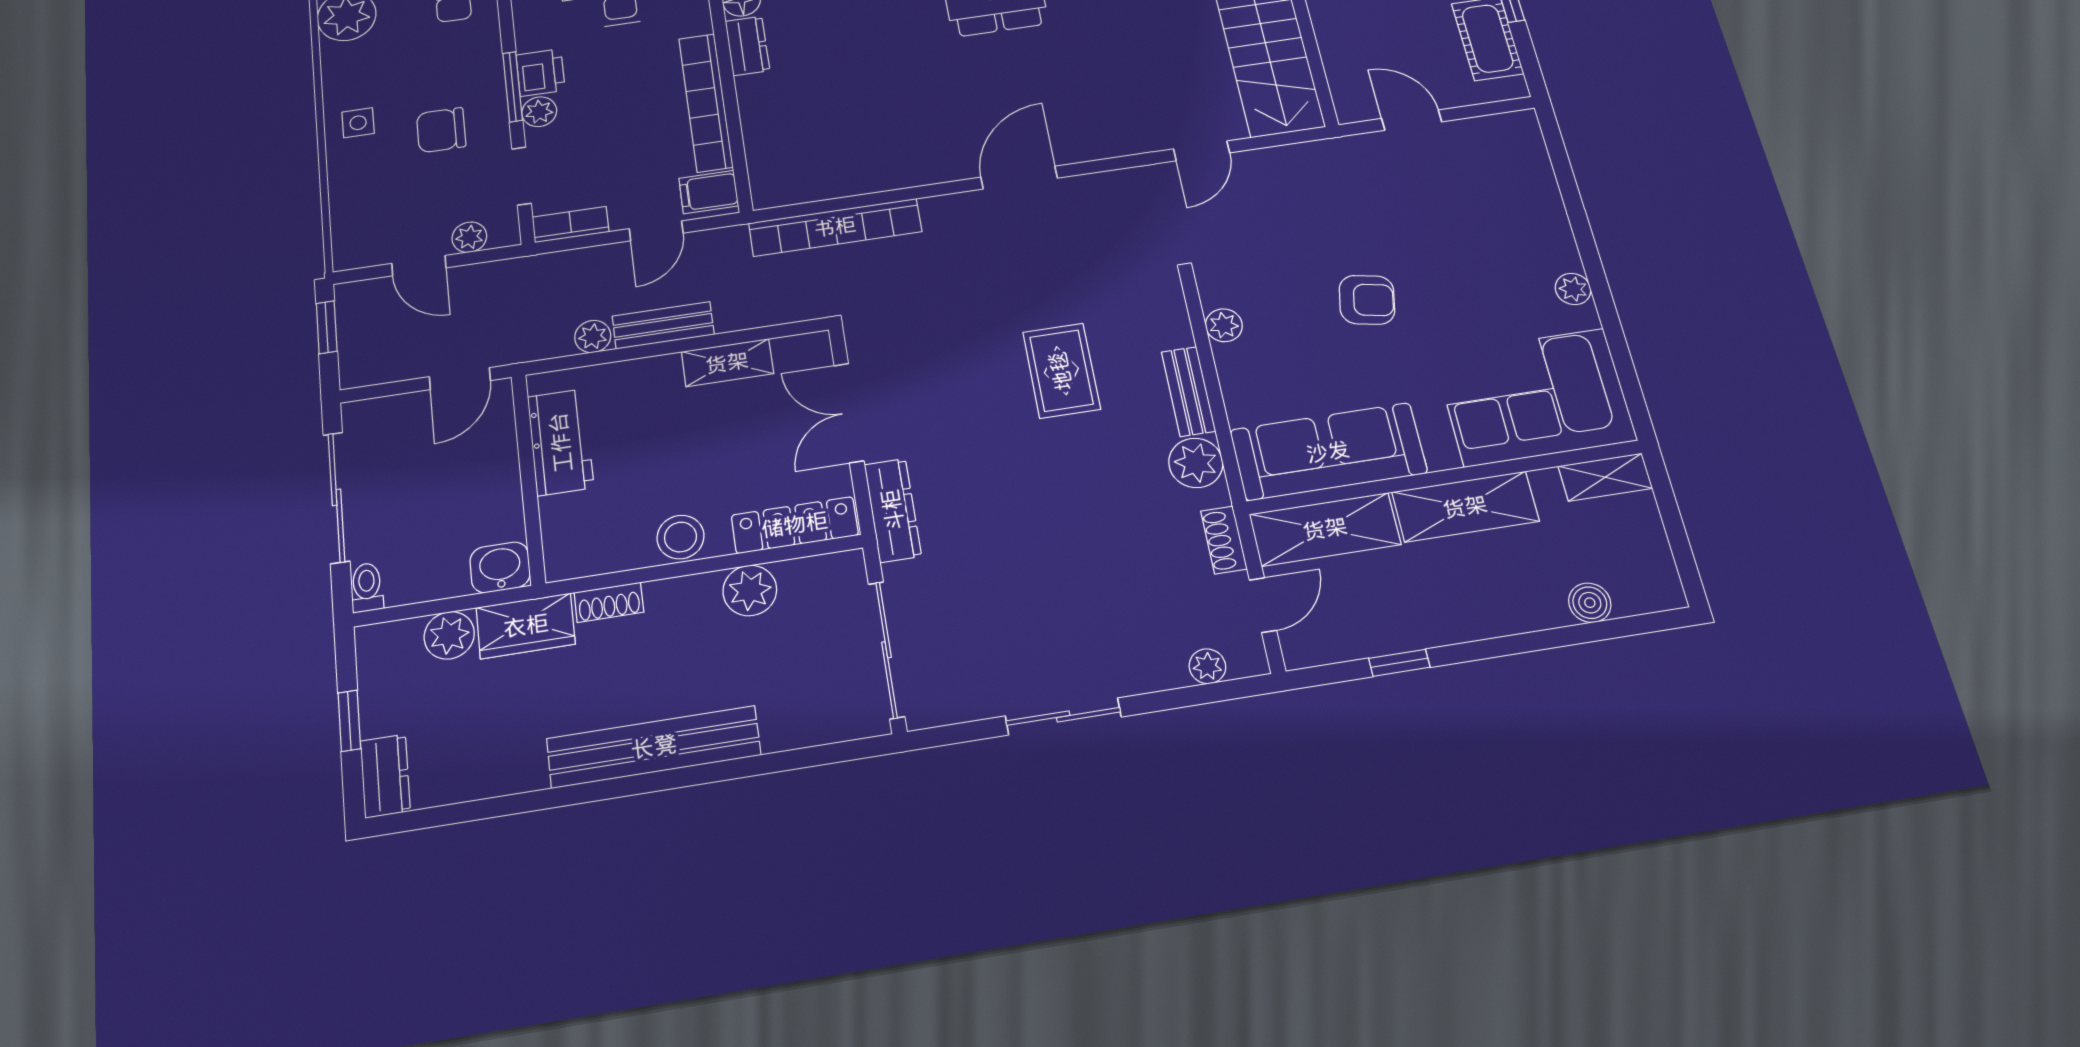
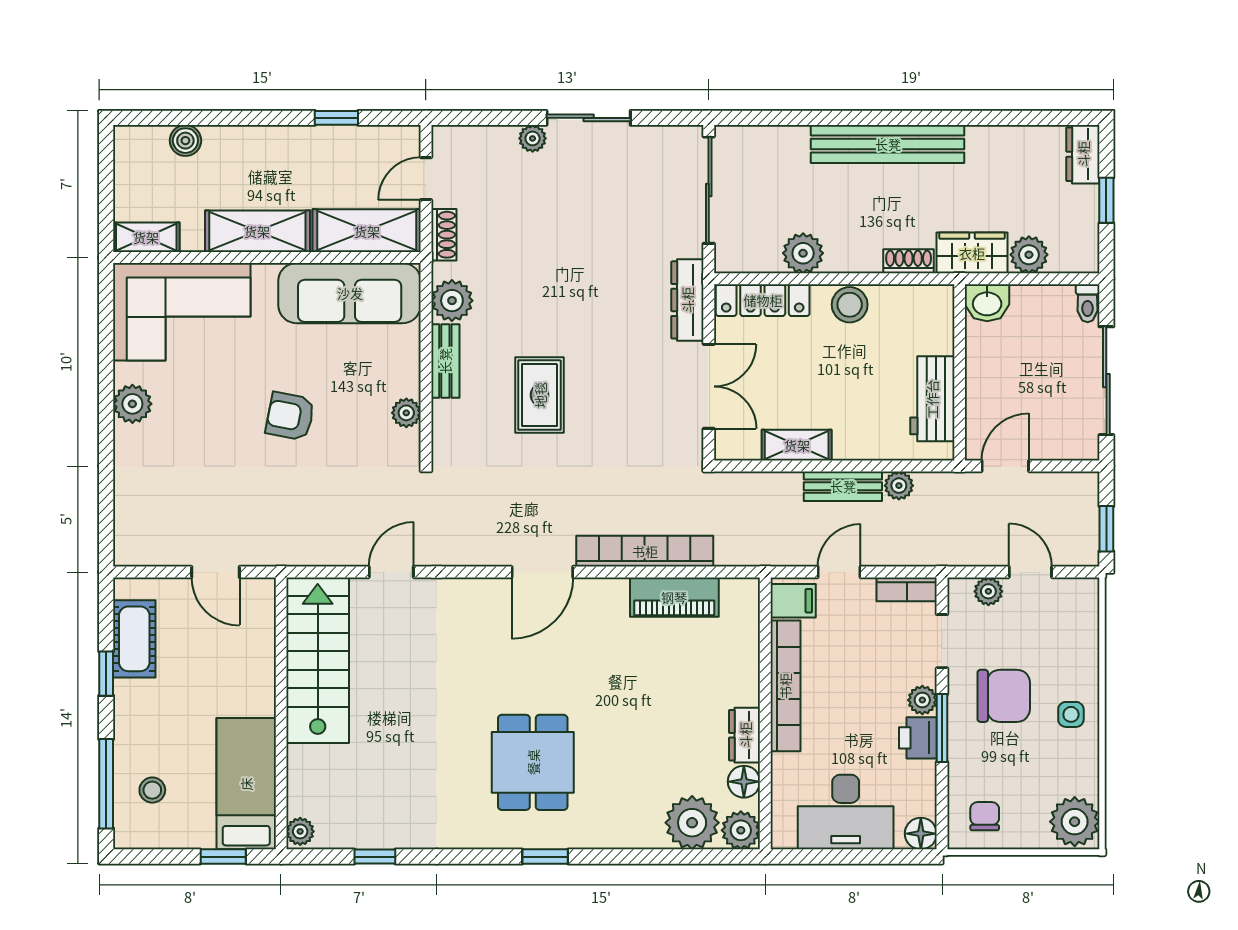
chair: (441, 130) -> (1004, 696), width x1.37, depth x1.37
piano: (854, 175) -> (674, 597), added
bookcase: (835, 227) -> (645, 551), moved
plant: (1573, 289) -> (132, 404), width x1.38, depth x1.38
plant: (1207, 666) -> (533, 138), moved

